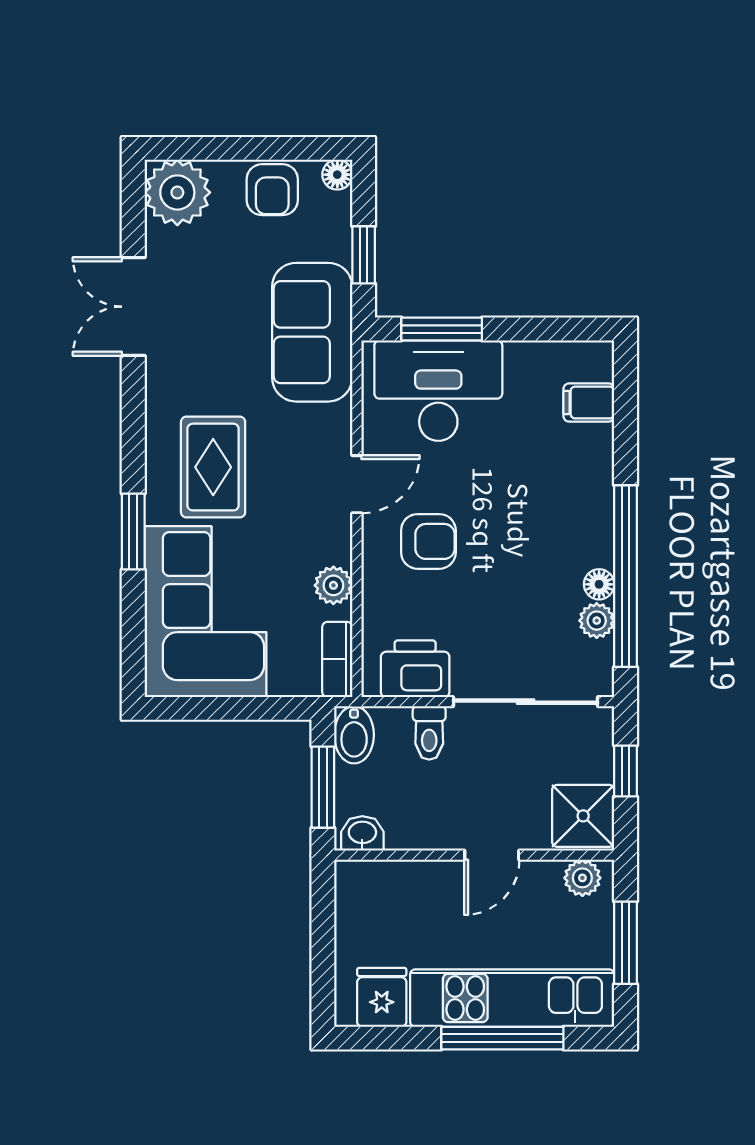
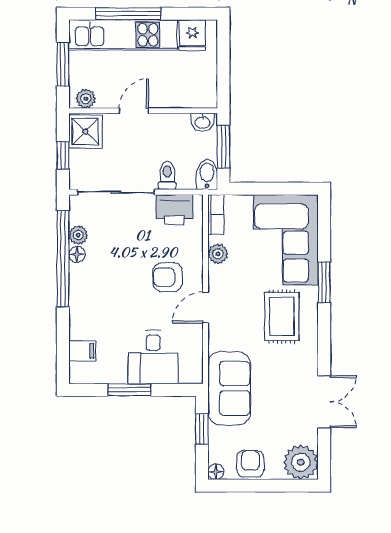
window: (442, 329) -> (129, 390), moved
desk: (438, 391) -> (153, 357), width x0.73

